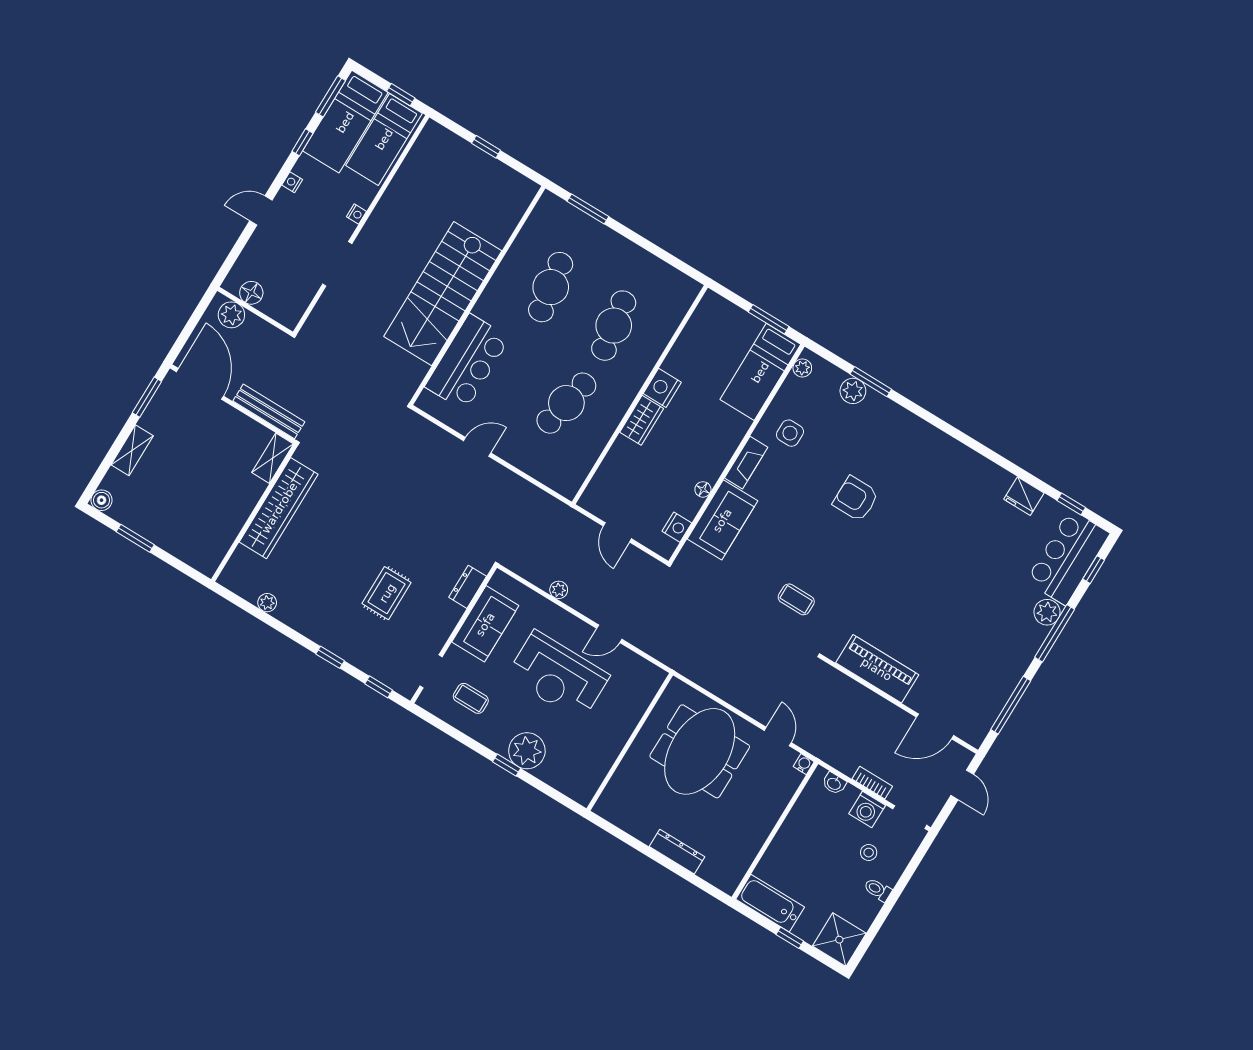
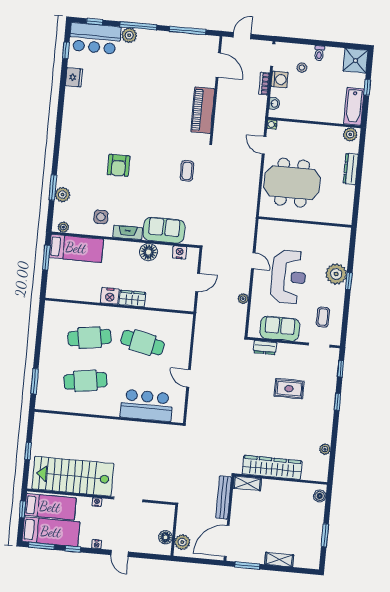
stairs: (443, 294) -> (73, 476), moved, turned 180
floor lamp: (703, 489) -> (149, 252), width x1.89, depth x1.89
boiler: (102, 500) -> (320, 496), moved
door: (778, 737) -> (264, 145), hinge flipped
plant: (730, 877) -> (350, 134), added

